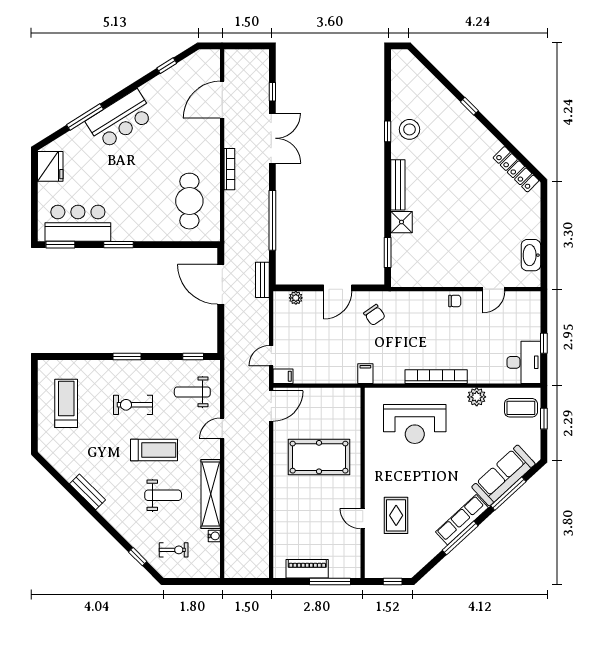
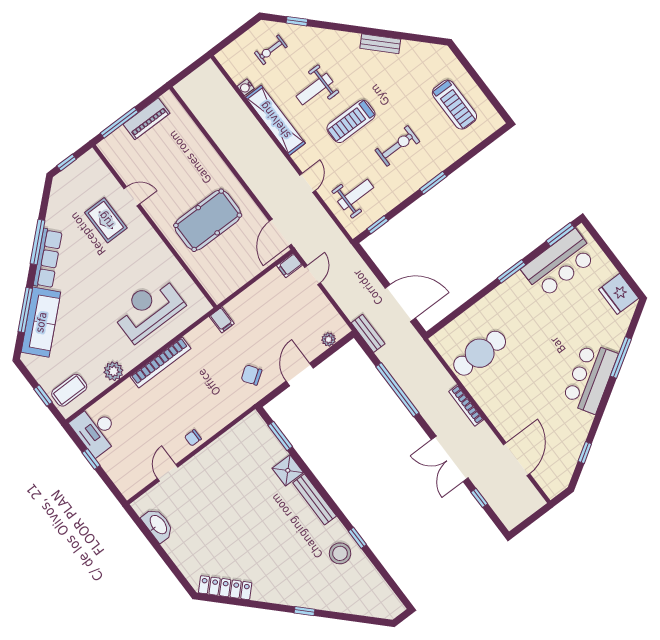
cafe table: (189, 201) -> (480, 353), turned 90

